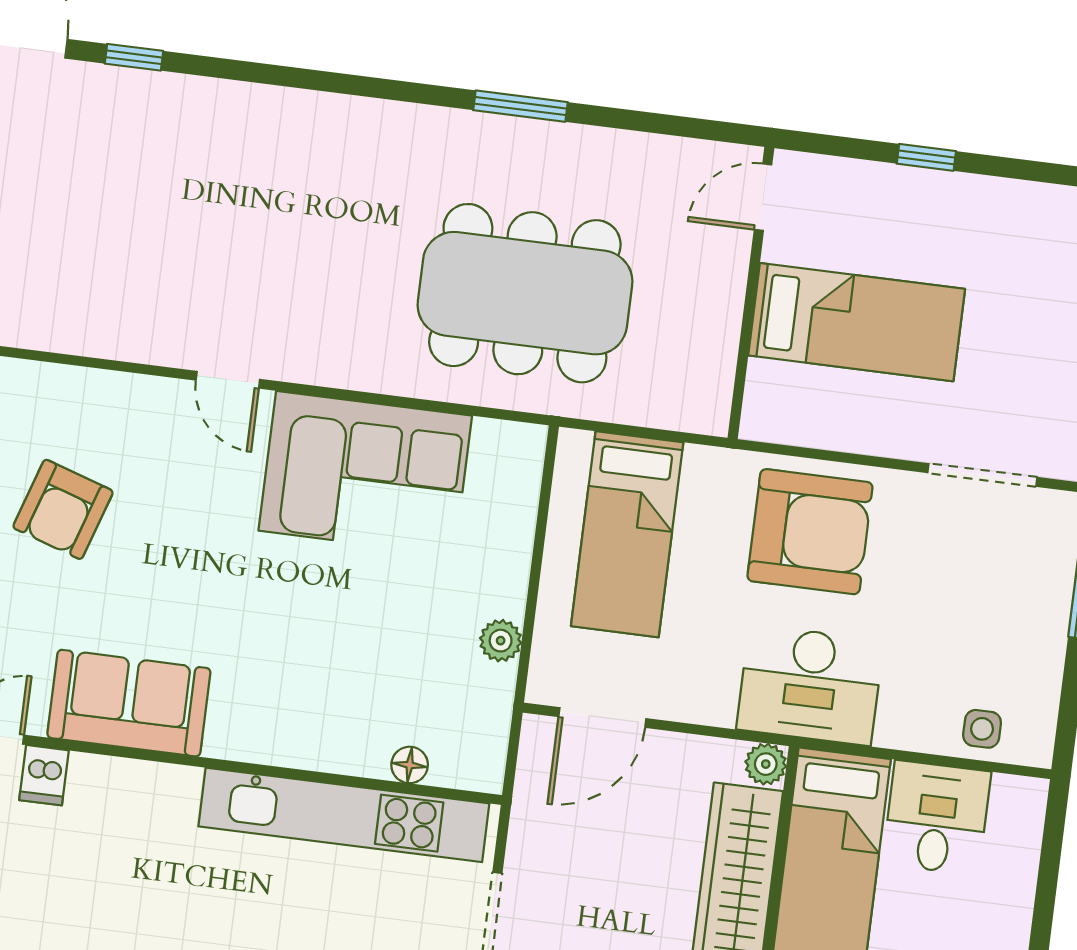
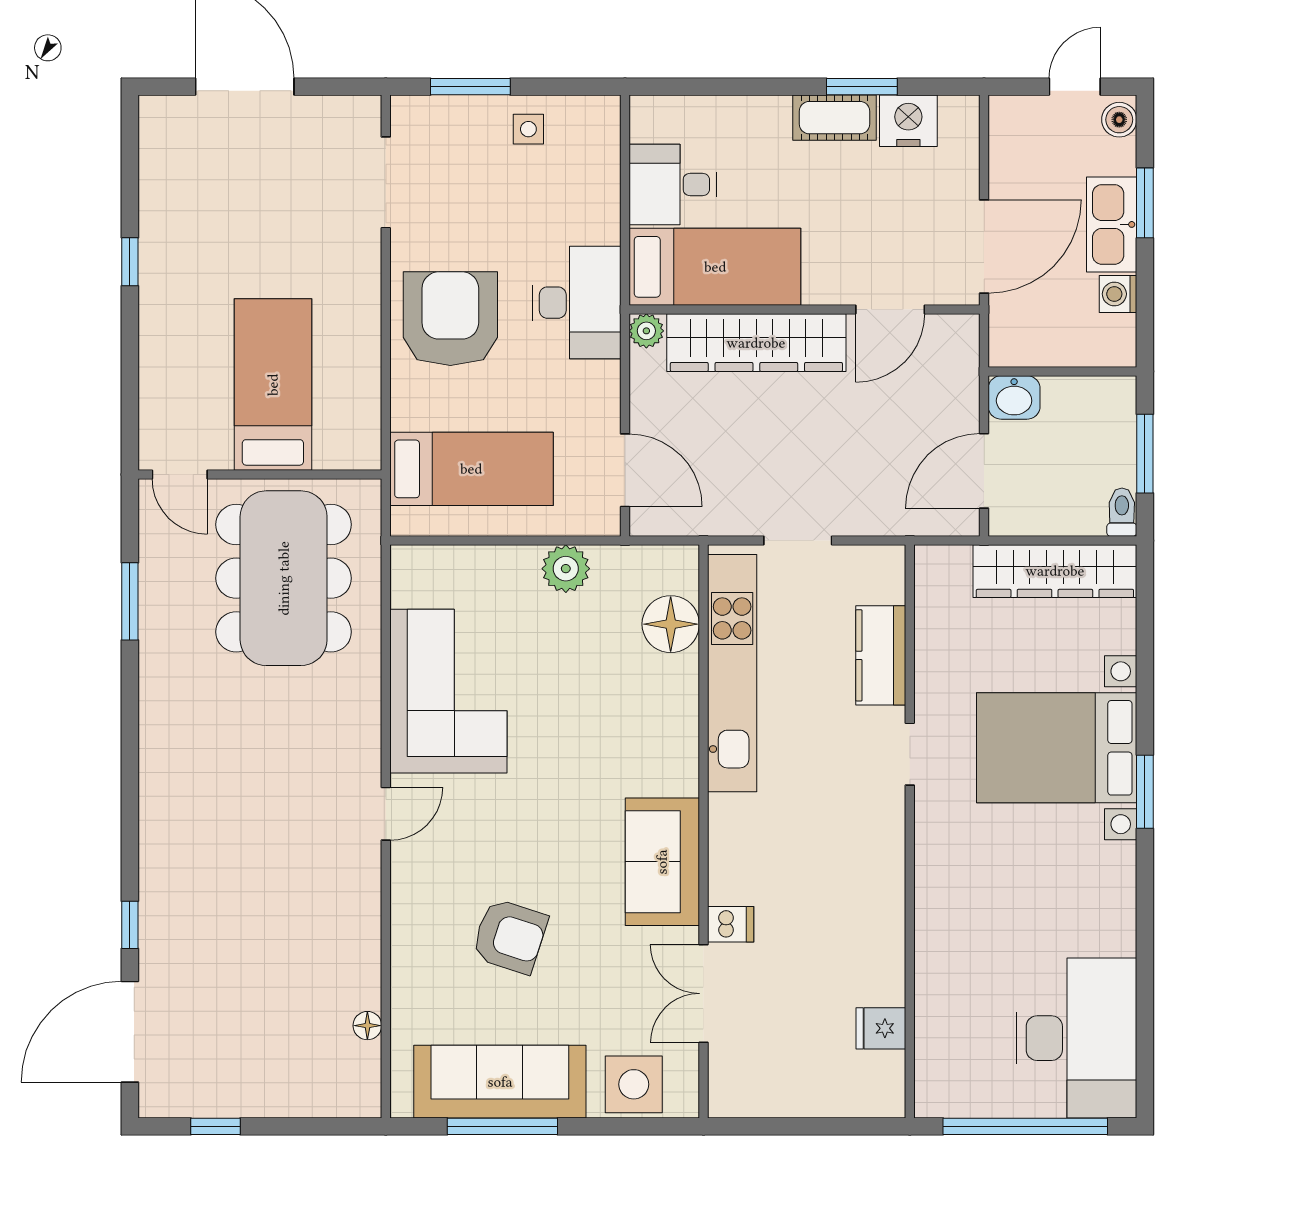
door: (763, 197) -> (180, 475), moved
wall: (751, 293) -> (260, 475), moved
bed: (857, 322) -> (273, 385), moved
plant: (501, 641) -> (566, 569), width x1.38, depth x1.38
side table: (982, 729) -> (528, 129), moved
floor lamp: (410, 765) -> (671, 624), width x1.89, depth x1.89

